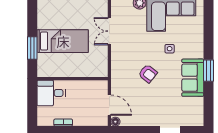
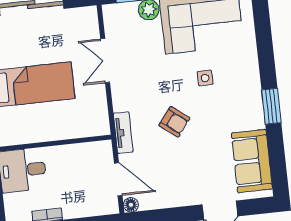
tv unit: (116, 77) -> (123, 133), added
sofa: (193, 78) -> (252, 161), moved

